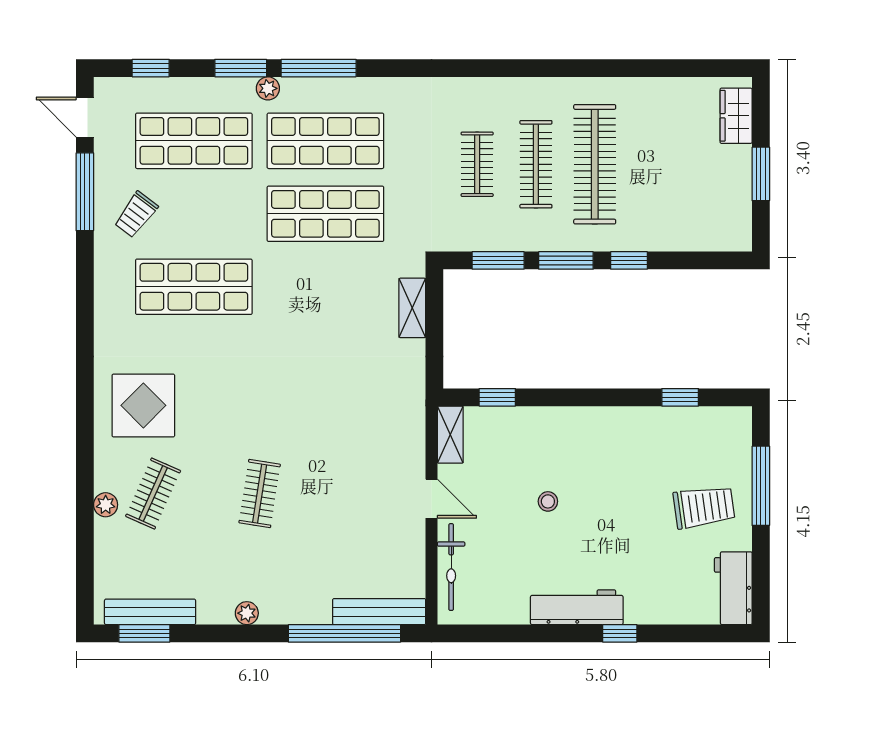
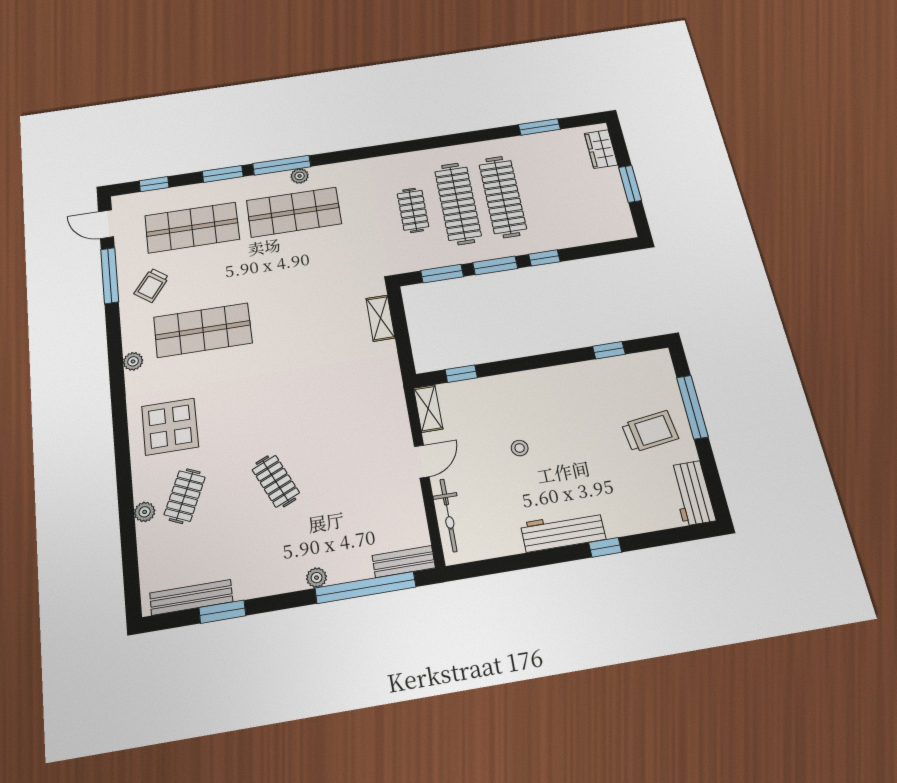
window: (663, 68) -> (539, 127), added
plant: (268, 88) -> (300, 176), moved
clothes rail: (536, 164) -> (458, 203), width x1.37, depth x1.31
shop shelf: (325, 214) -> (301, 262), removed
plant: (106, 314) -> (133, 361), added
clothes rail: (260, 494) -> (276, 481), turned -33
door: (432, 499) -> (422, 462), hinge flipped
bench: (379, 612) -> (404, 562), width x0.73
plant: (247, 613) -> (317, 578), moved
window: (144, 633) -> (222, 612), moved

